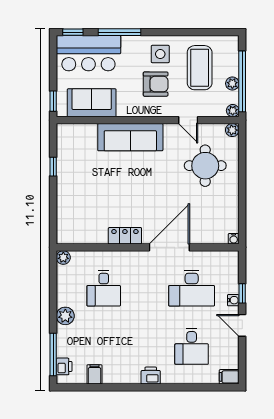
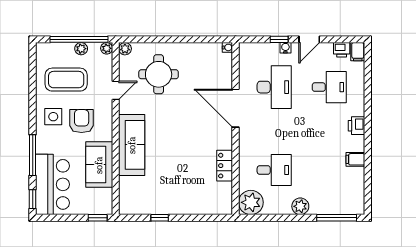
sofa: (92, 103) -> (99, 165), moved
locker: (125, 236) -> (225, 166), moved
plant: (63, 257) -> (251, 202), width x1.87, depth x1.87
printer: (64, 366) -> (342, 50), moved, turned 180
filing cabinet: (94, 374) -> (355, 159), moved

